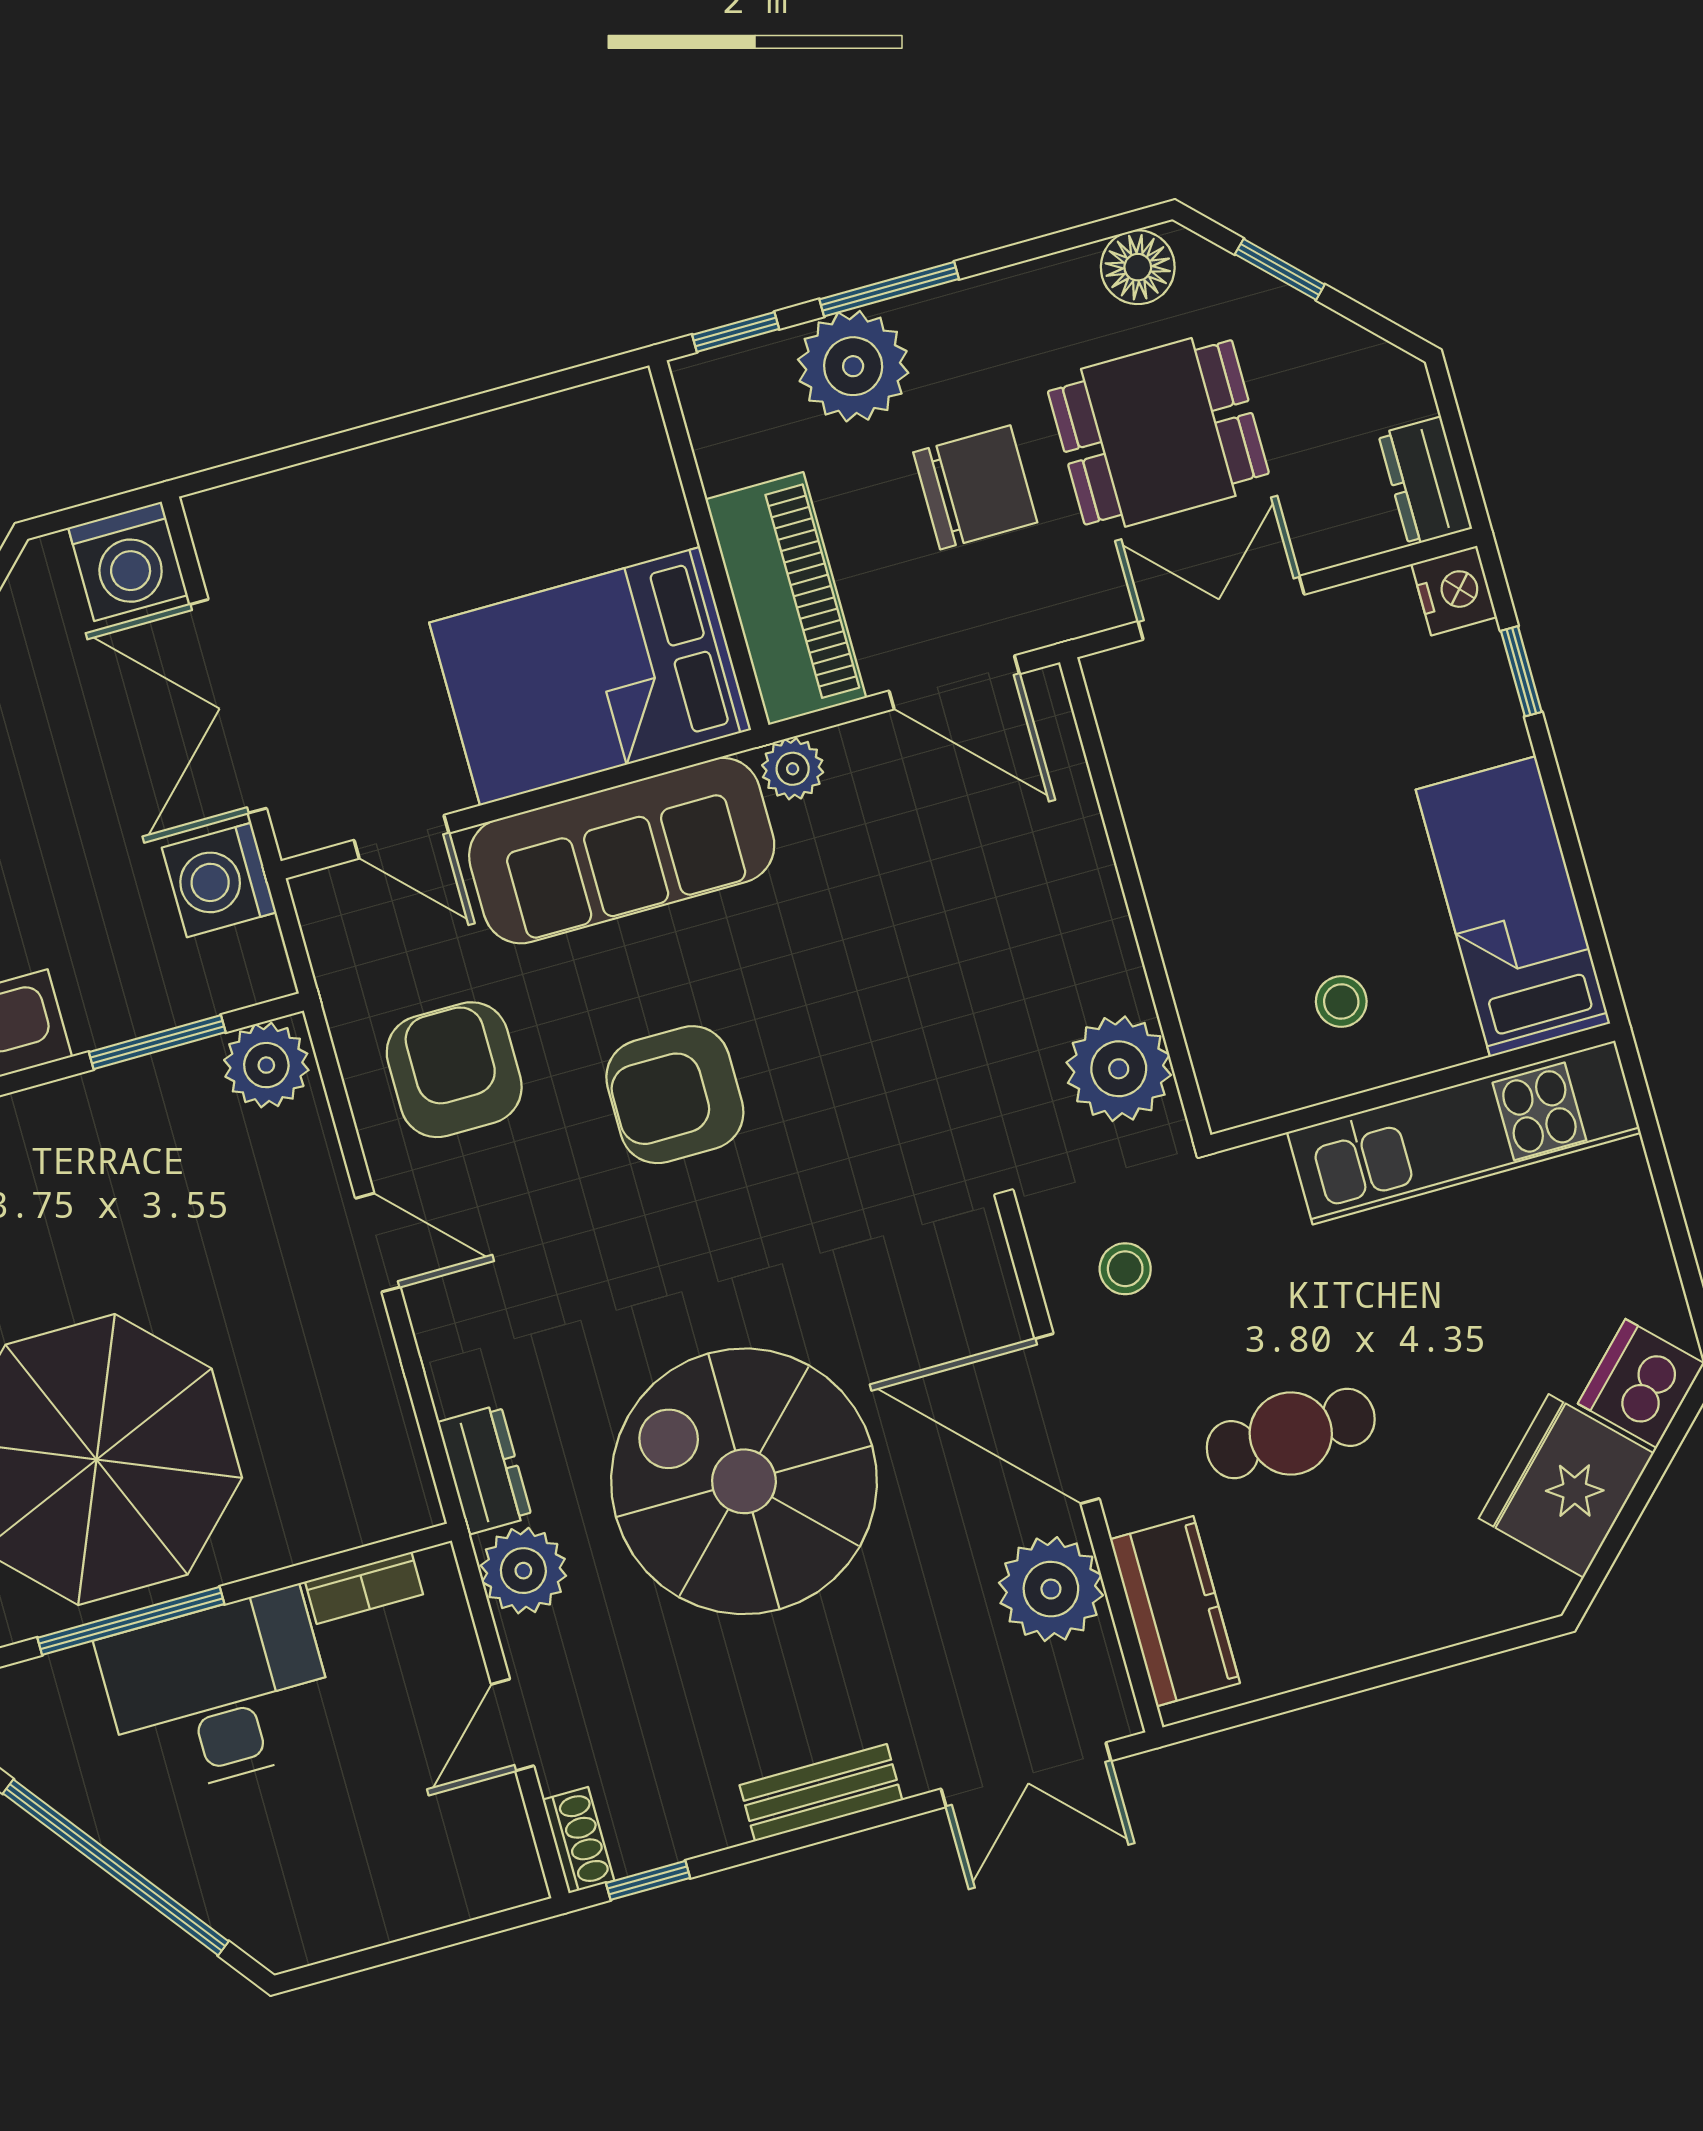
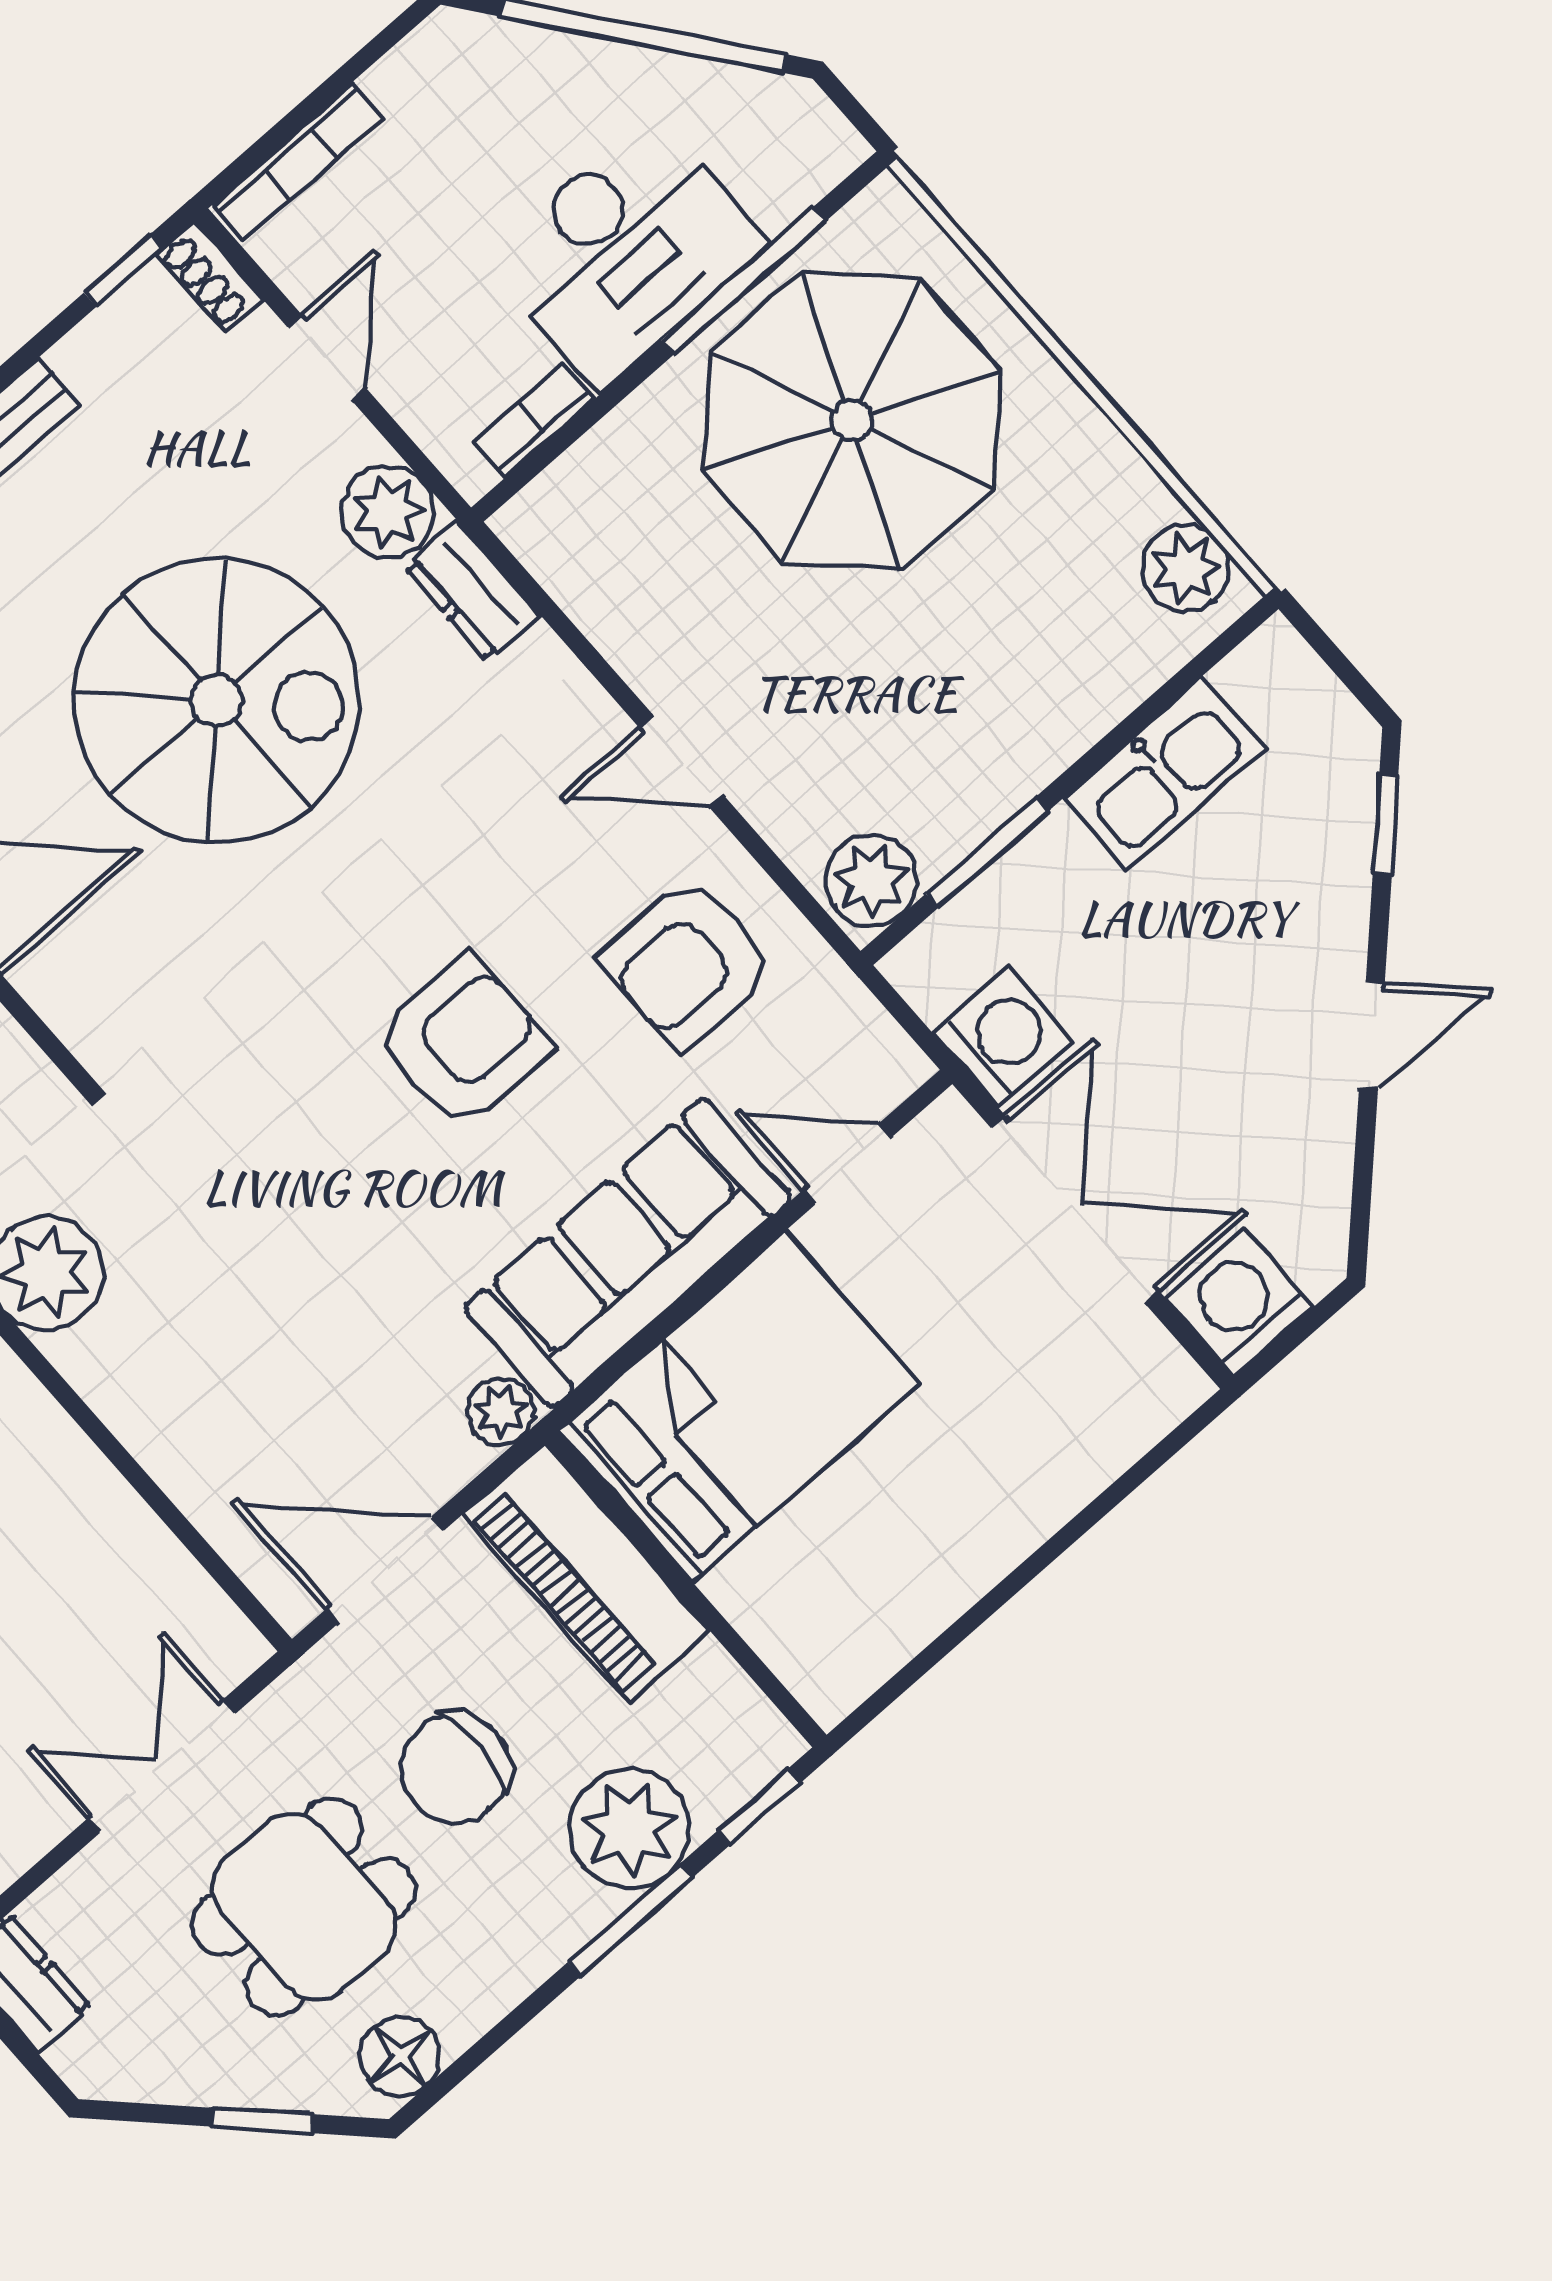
double door: (1221, 608) -> (161, 1766), swing flipped
armchair: (454, 1070) -> (688, 963), turned 90
bookcase: (457, 1901) -> (298, 161), added

